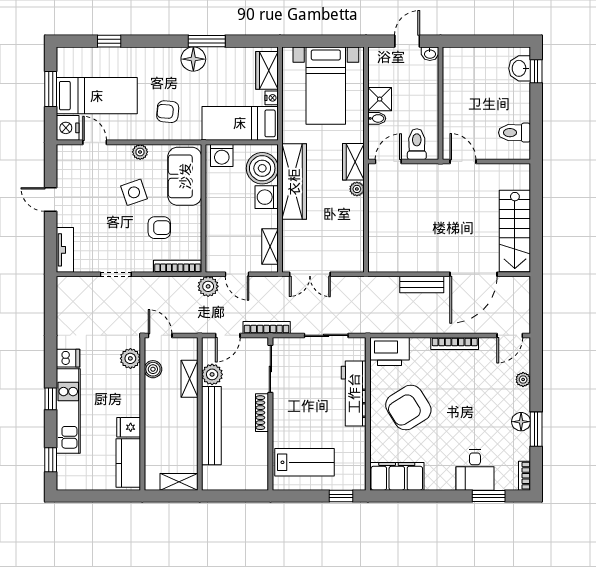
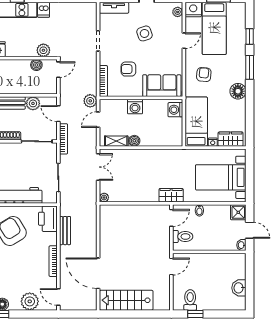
window: (207, 41) -> (250, 67), moved
washbasin: (520, 68) -> (239, 288), moved, turned -90
window: (536, 71) -> (195, 314), moved
shower: (380, 99) -> (238, 212), moved
door: (95, 142) -> (184, 41), moved
plant: (140, 152) -> (178, 12), moved
door: (388, 162) -> (171, 218), hinge flipped
boiler: (262, 168) -> (134, 141), moved, width x0.54, depth x0.54
wardrobe: (294, 182) -> (158, 157), removed
plant: (357, 189) -> (104, 198), moved
side table: (134, 192) -> (144, 33), moved
washing machine: (267, 197) -> (135, 107), moved, turned 180
armchair: (159, 228) -> (128, 69), turned 90
double door: (310, 274) -> (98, 167), swing flipped
bench: (422, 285) -> (65, 231), moved
shelving: (189, 379) -> (30, 89), removed
plant: (523, 379) -> (30, 301), width x1.87, depth x1.87

